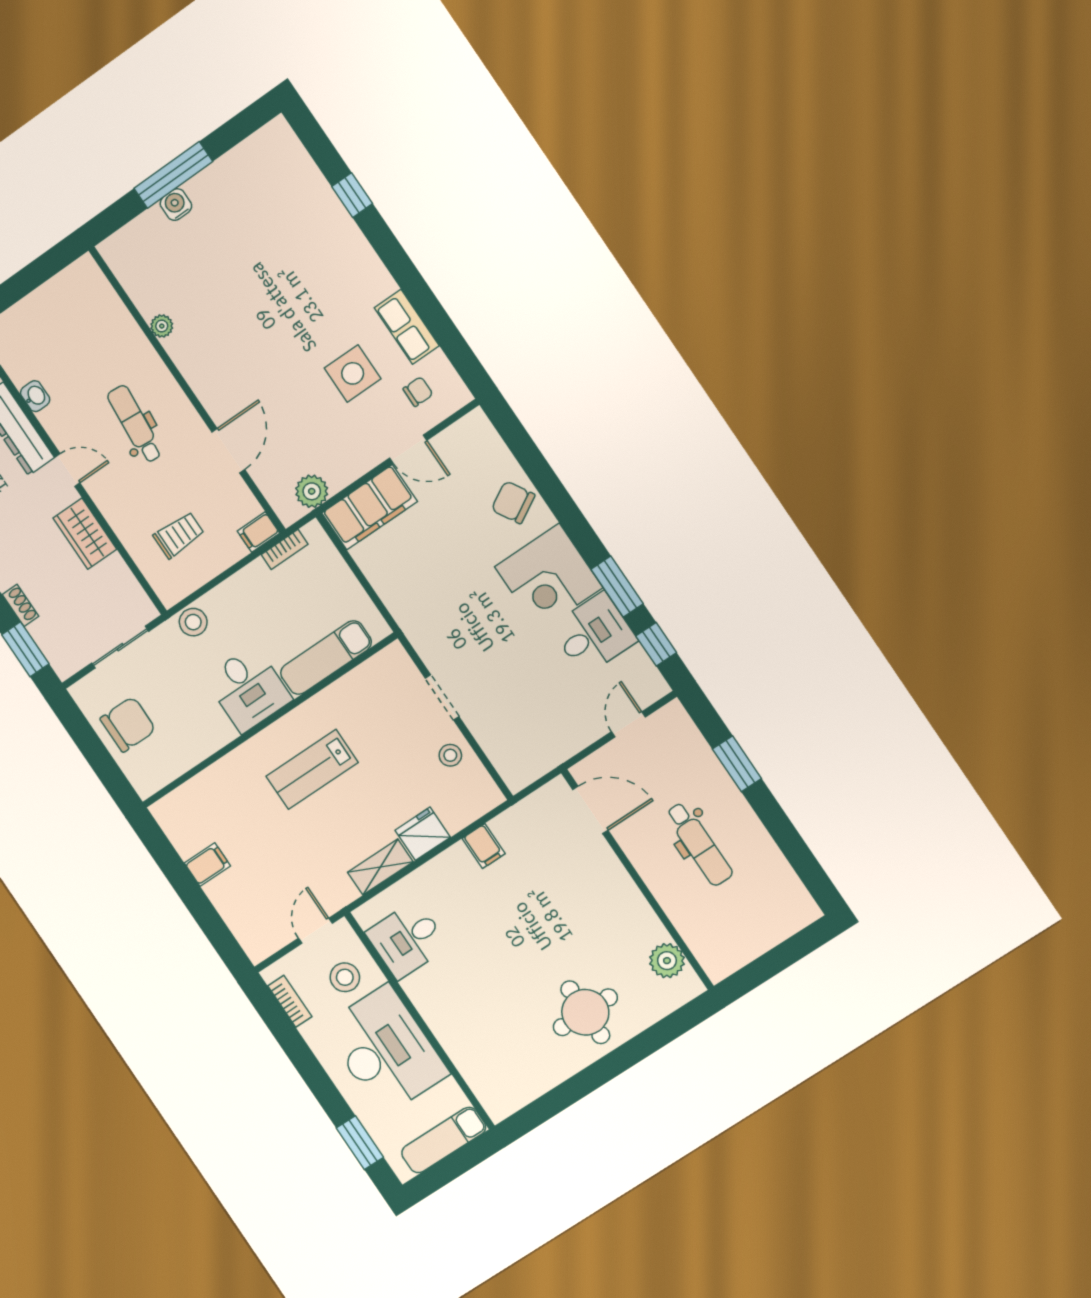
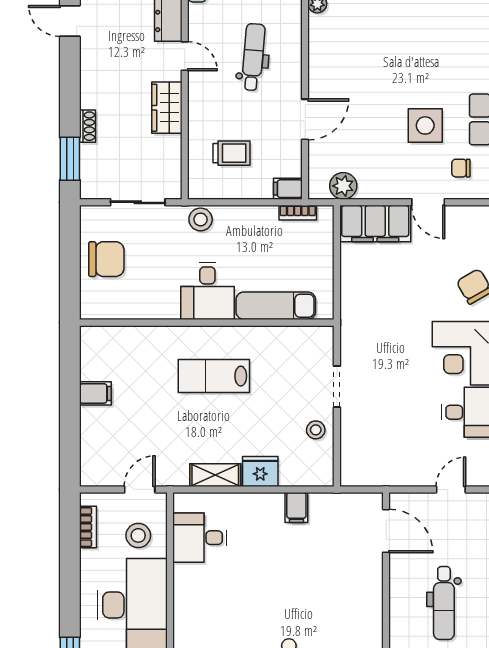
chair: (418, 392) -> (461, 168), turned 180

